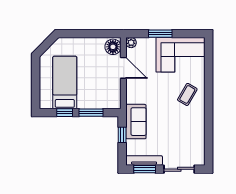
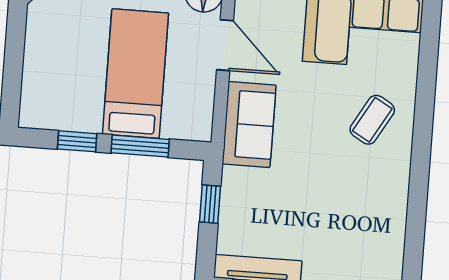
bed: (65, 83) -> (136, 74), moved
sofa: (136, 122) -> (249, 125), moved

